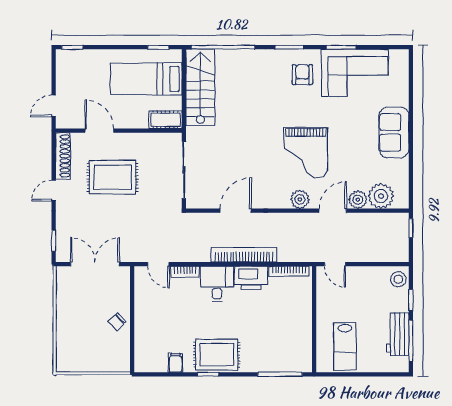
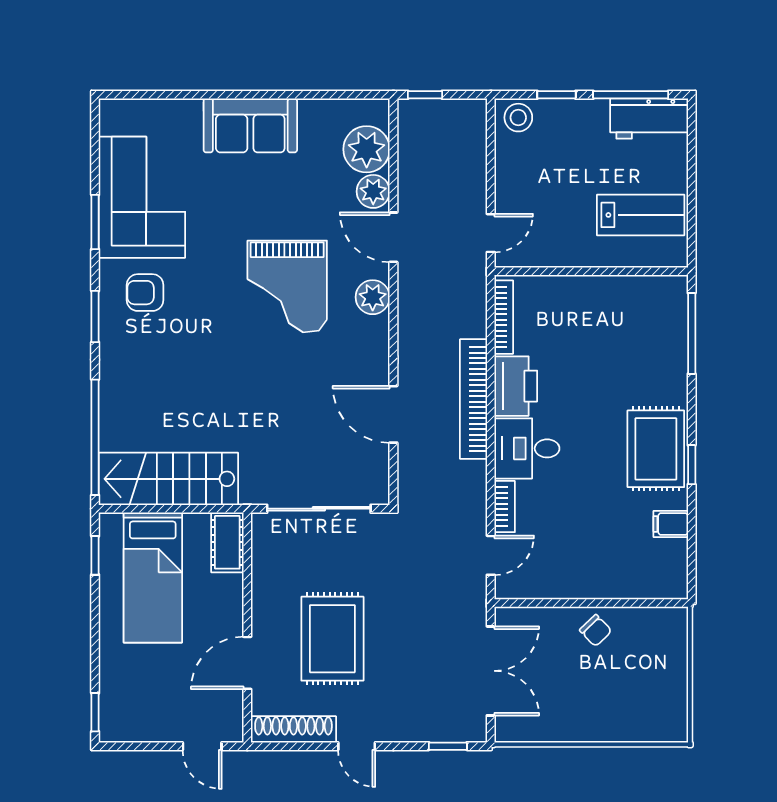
grand piano: (306, 153) -> (287, 286), turned 90
double door: (95, 264) -> (491, 671), swing flipped
workbench: (398, 334) -> (649, 119), moved

